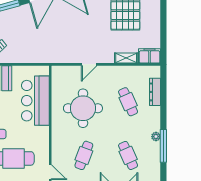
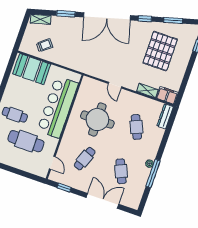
door: (89, 64) -> (115, 85), hinge flipped
dresser: (155, 92) -> (165, 116), moved
bar counter: (35, 101) -> (58, 107), width x1.36

